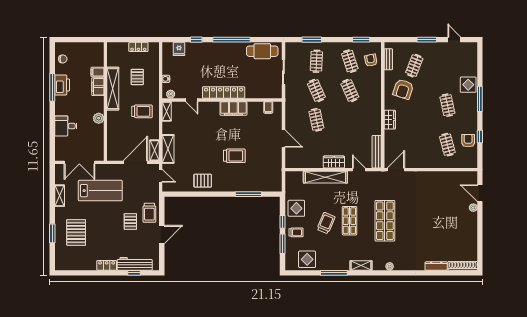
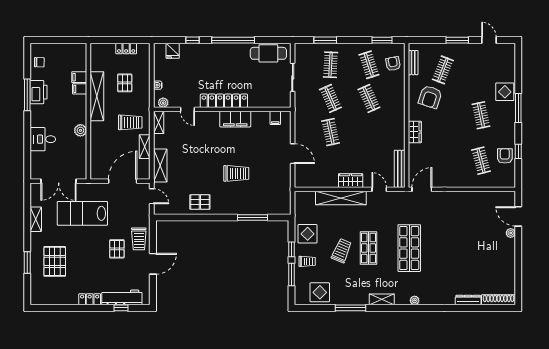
filing cabinet: (98, 87) -> (80, 89), width x0.50
shelving: (154, 150) -> (145, 147), moved
lab bench: (100, 191) -> (82, 213), turned 180

